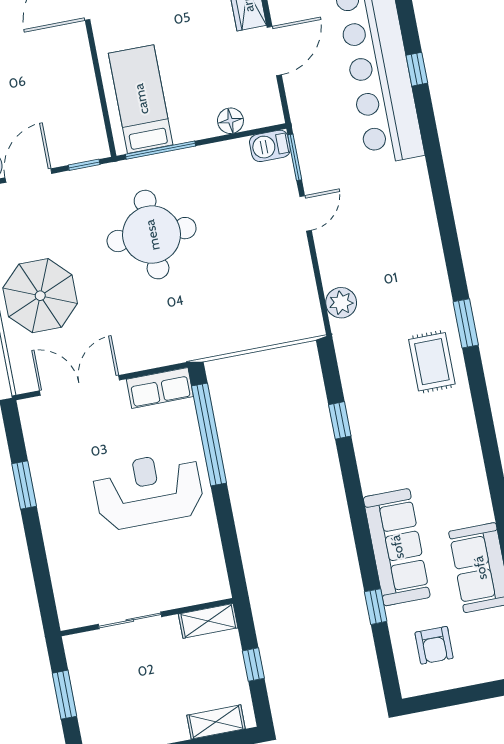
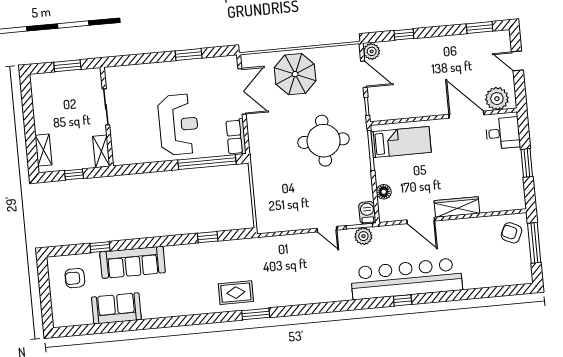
plant: (341, 303) -> (363, 236), moved

